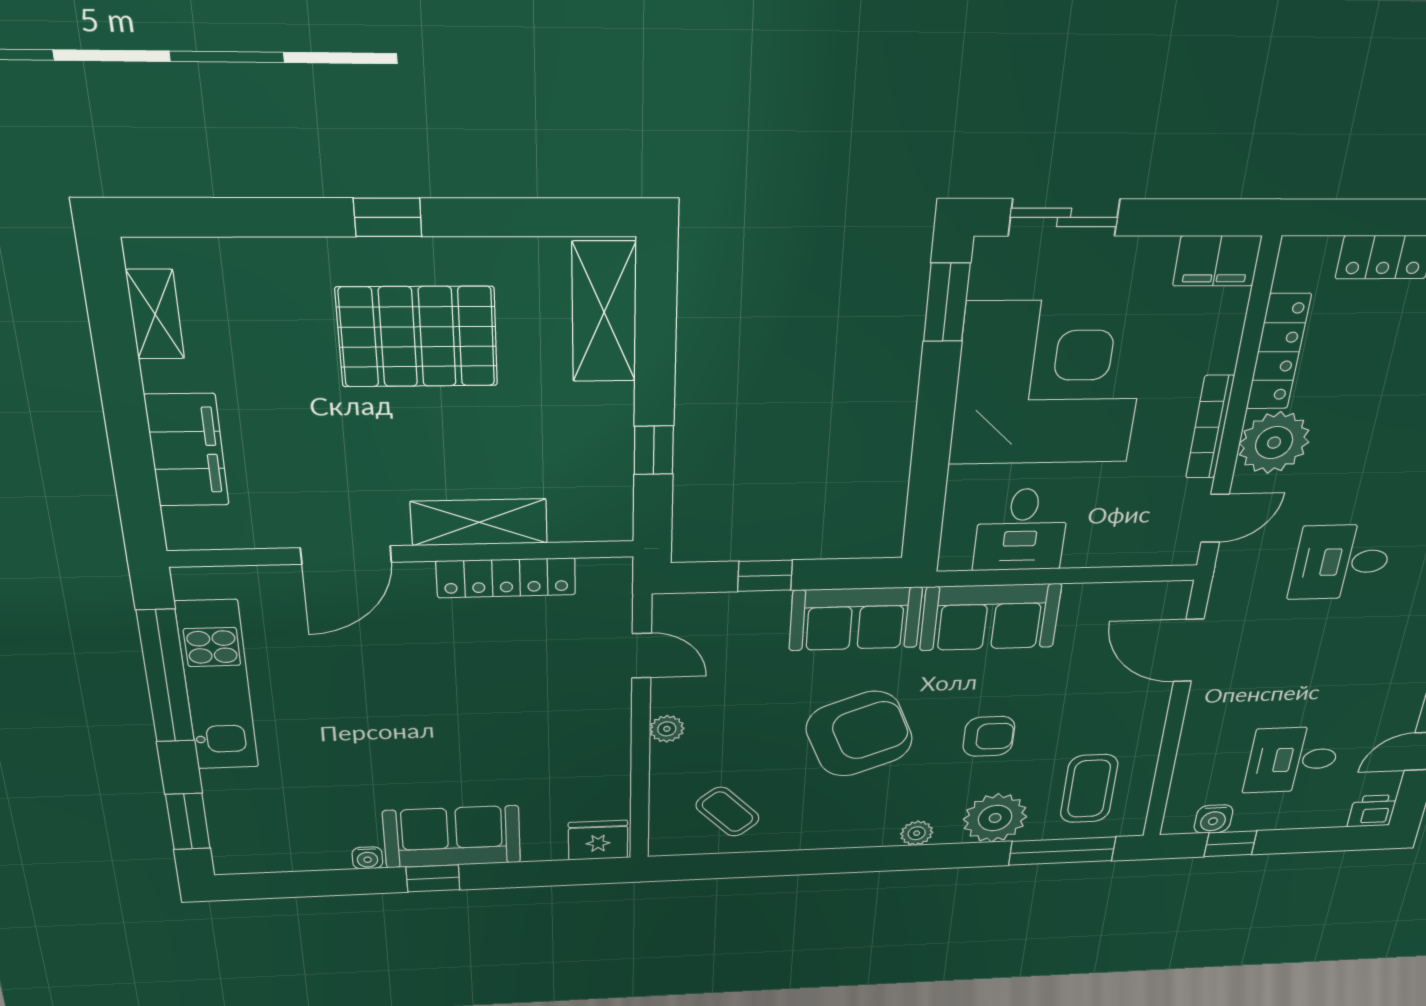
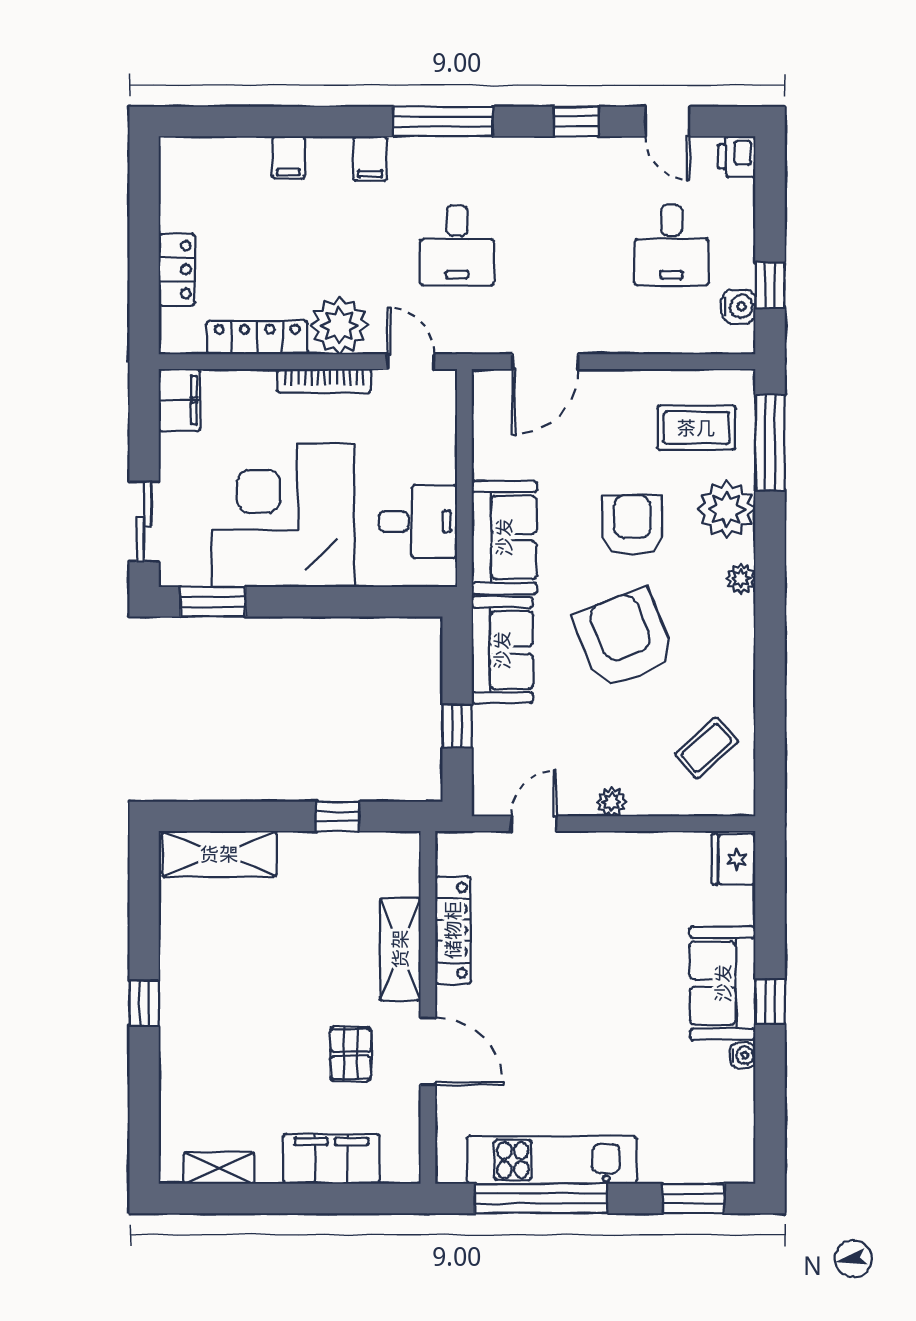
pallet: (418, 337) -> (351, 1054), moved, width x0.49, depth x0.50
armchair: (989, 736) -> (632, 525), width x1.38, depth x1.38

